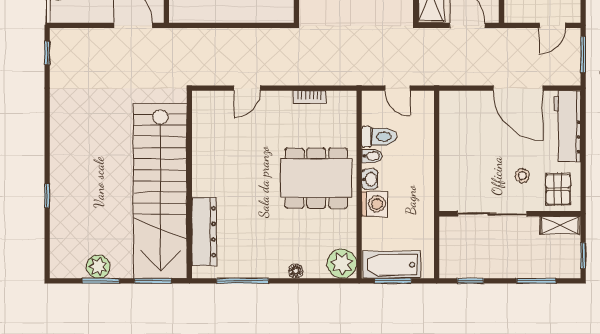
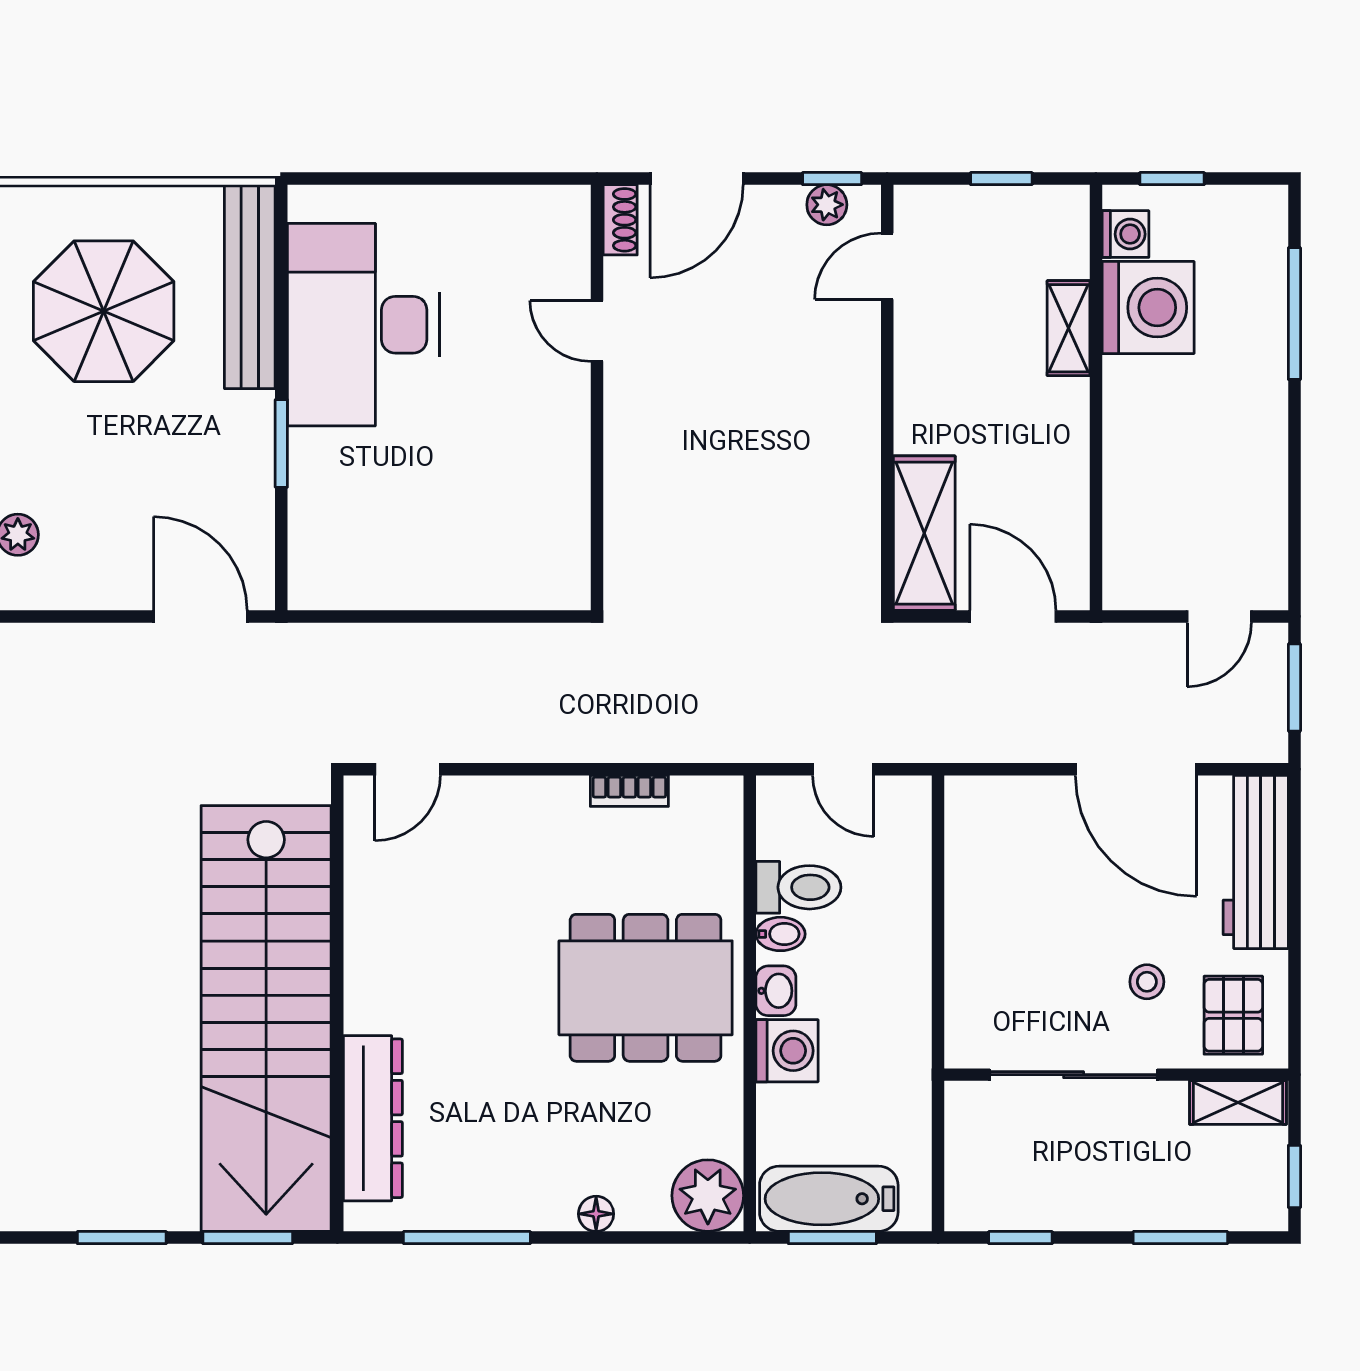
door: (247, 88) -> (408, 769), moved
plant: (98, 266) -> (115, 1203), removed

